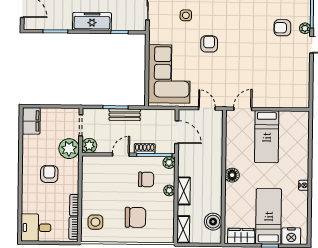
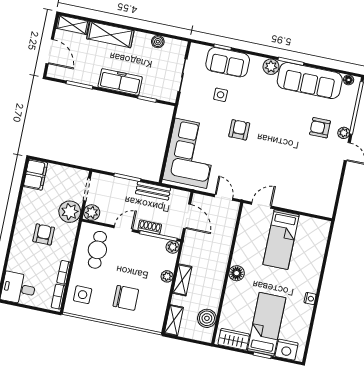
bench: (125, 115) -> (153, 191), moved
cafe table: (101, 179) -> (97, 250), added
chair: (146, 179) -> (145, 260), removed

